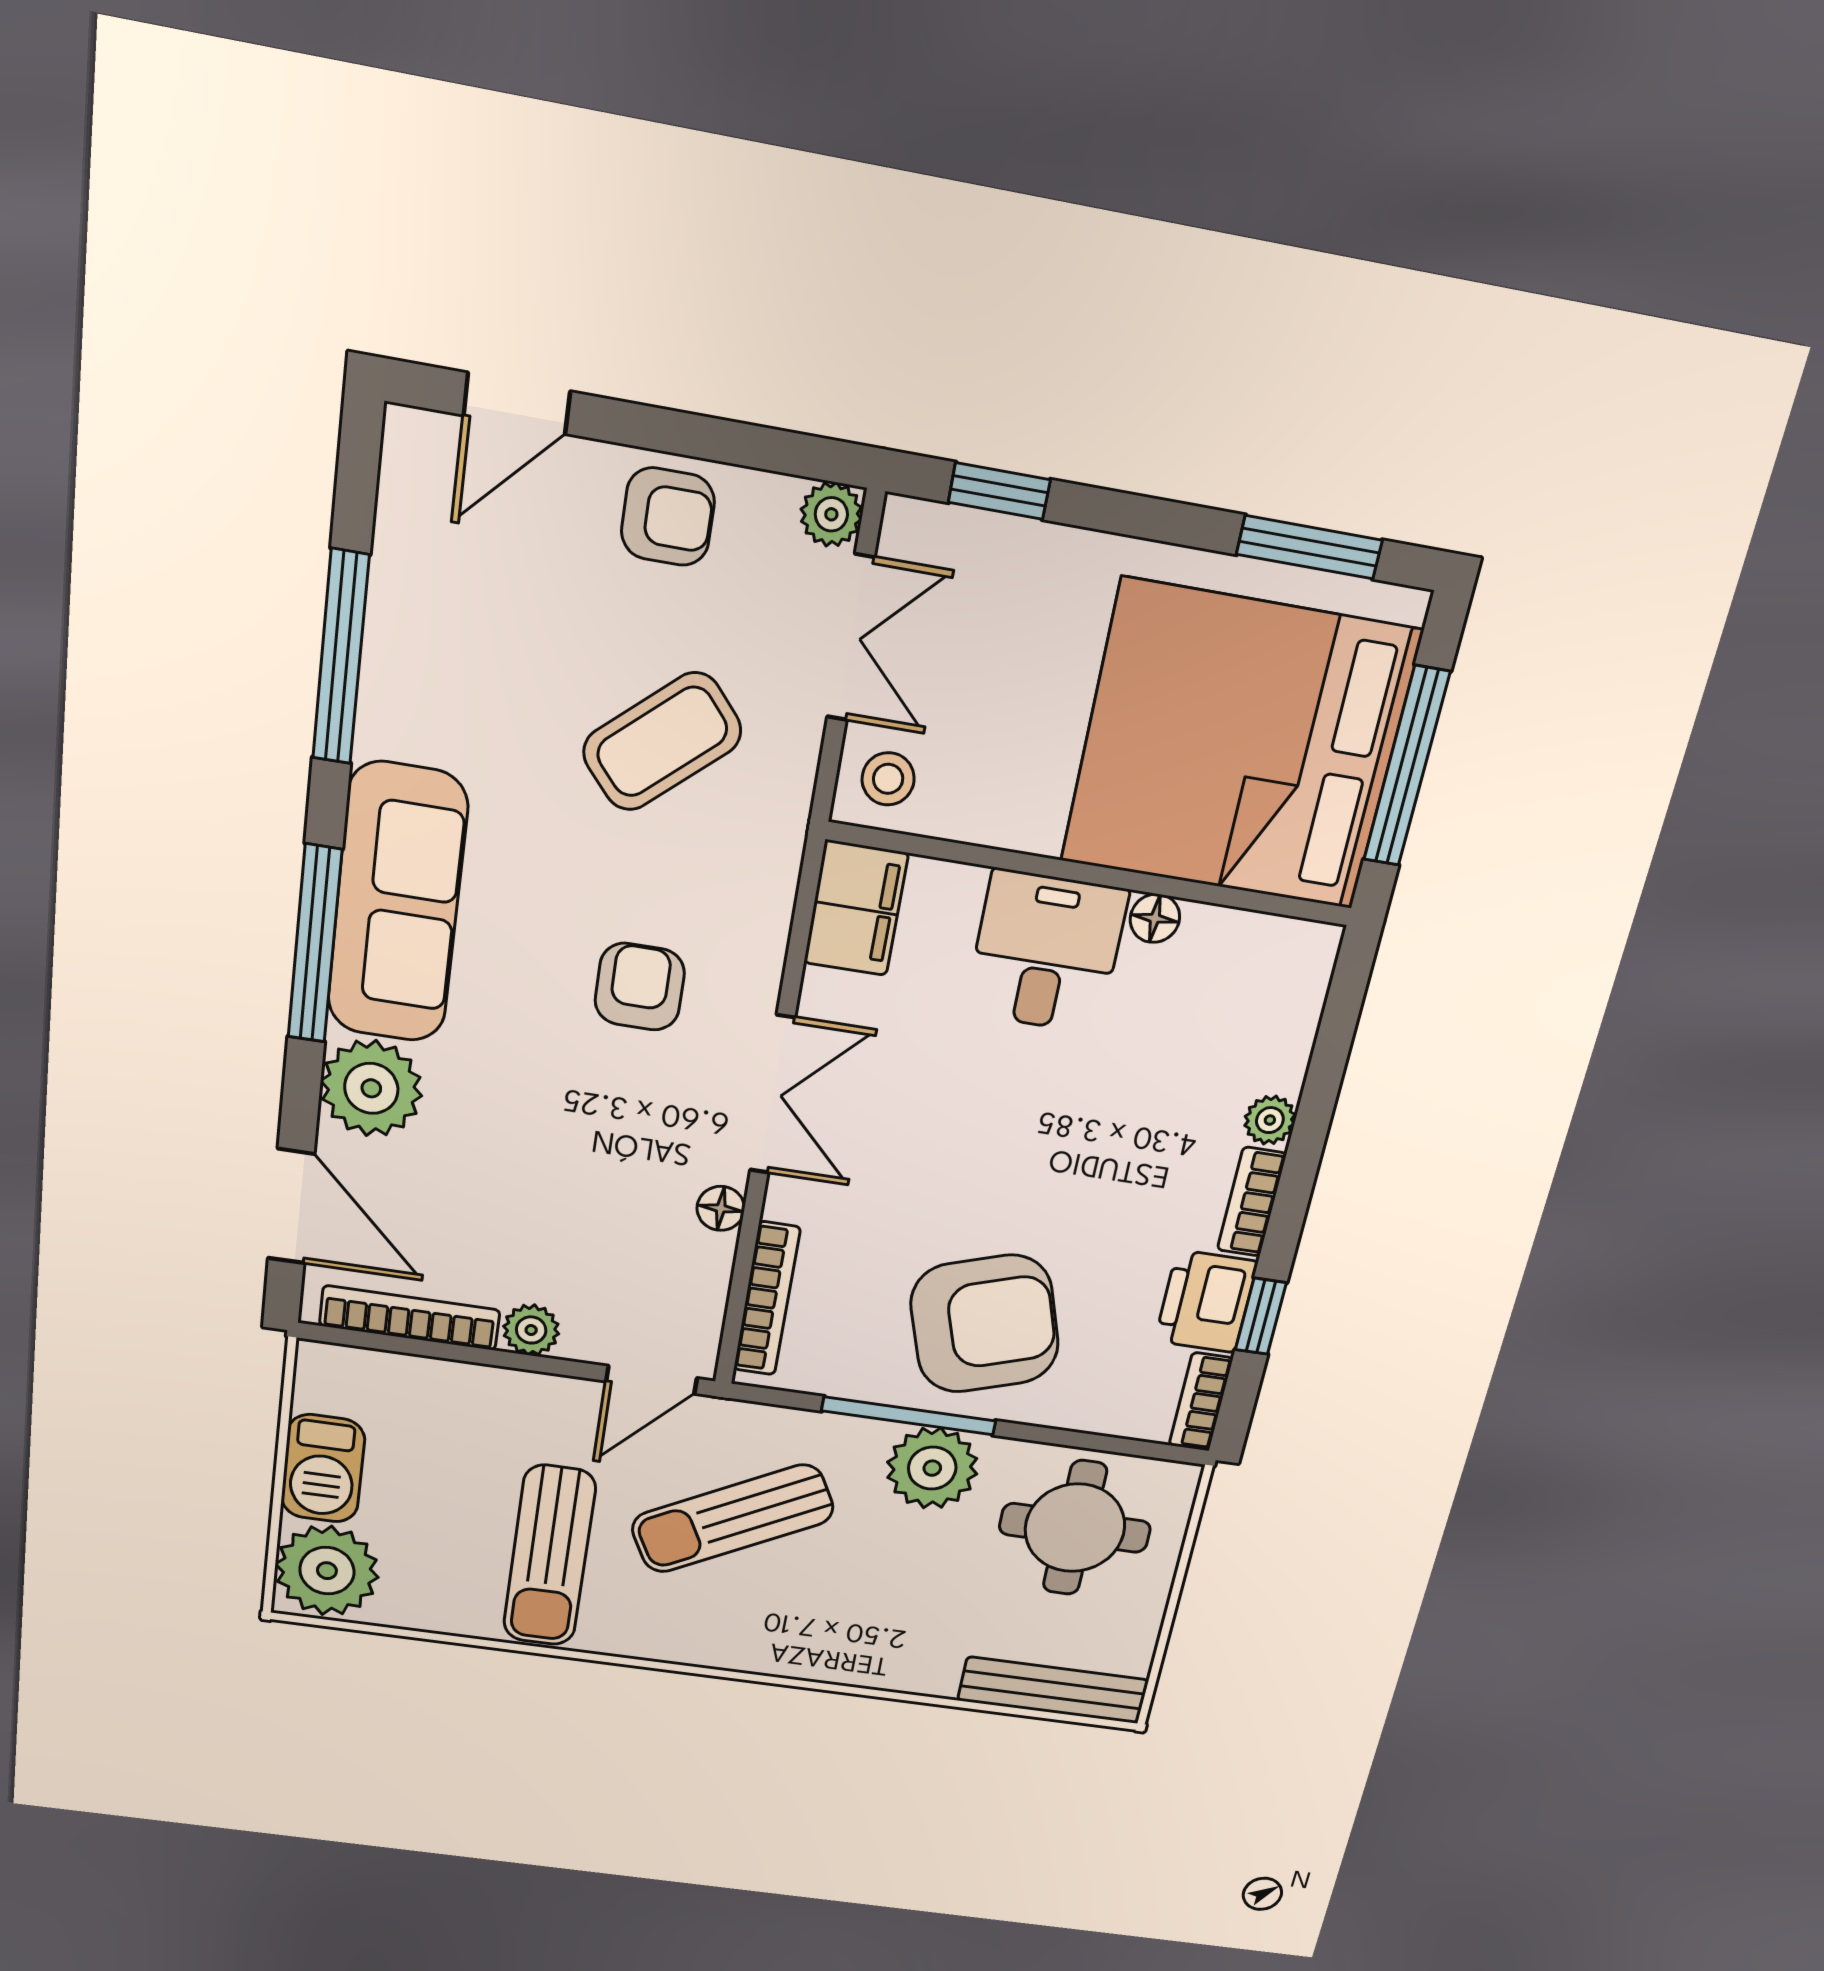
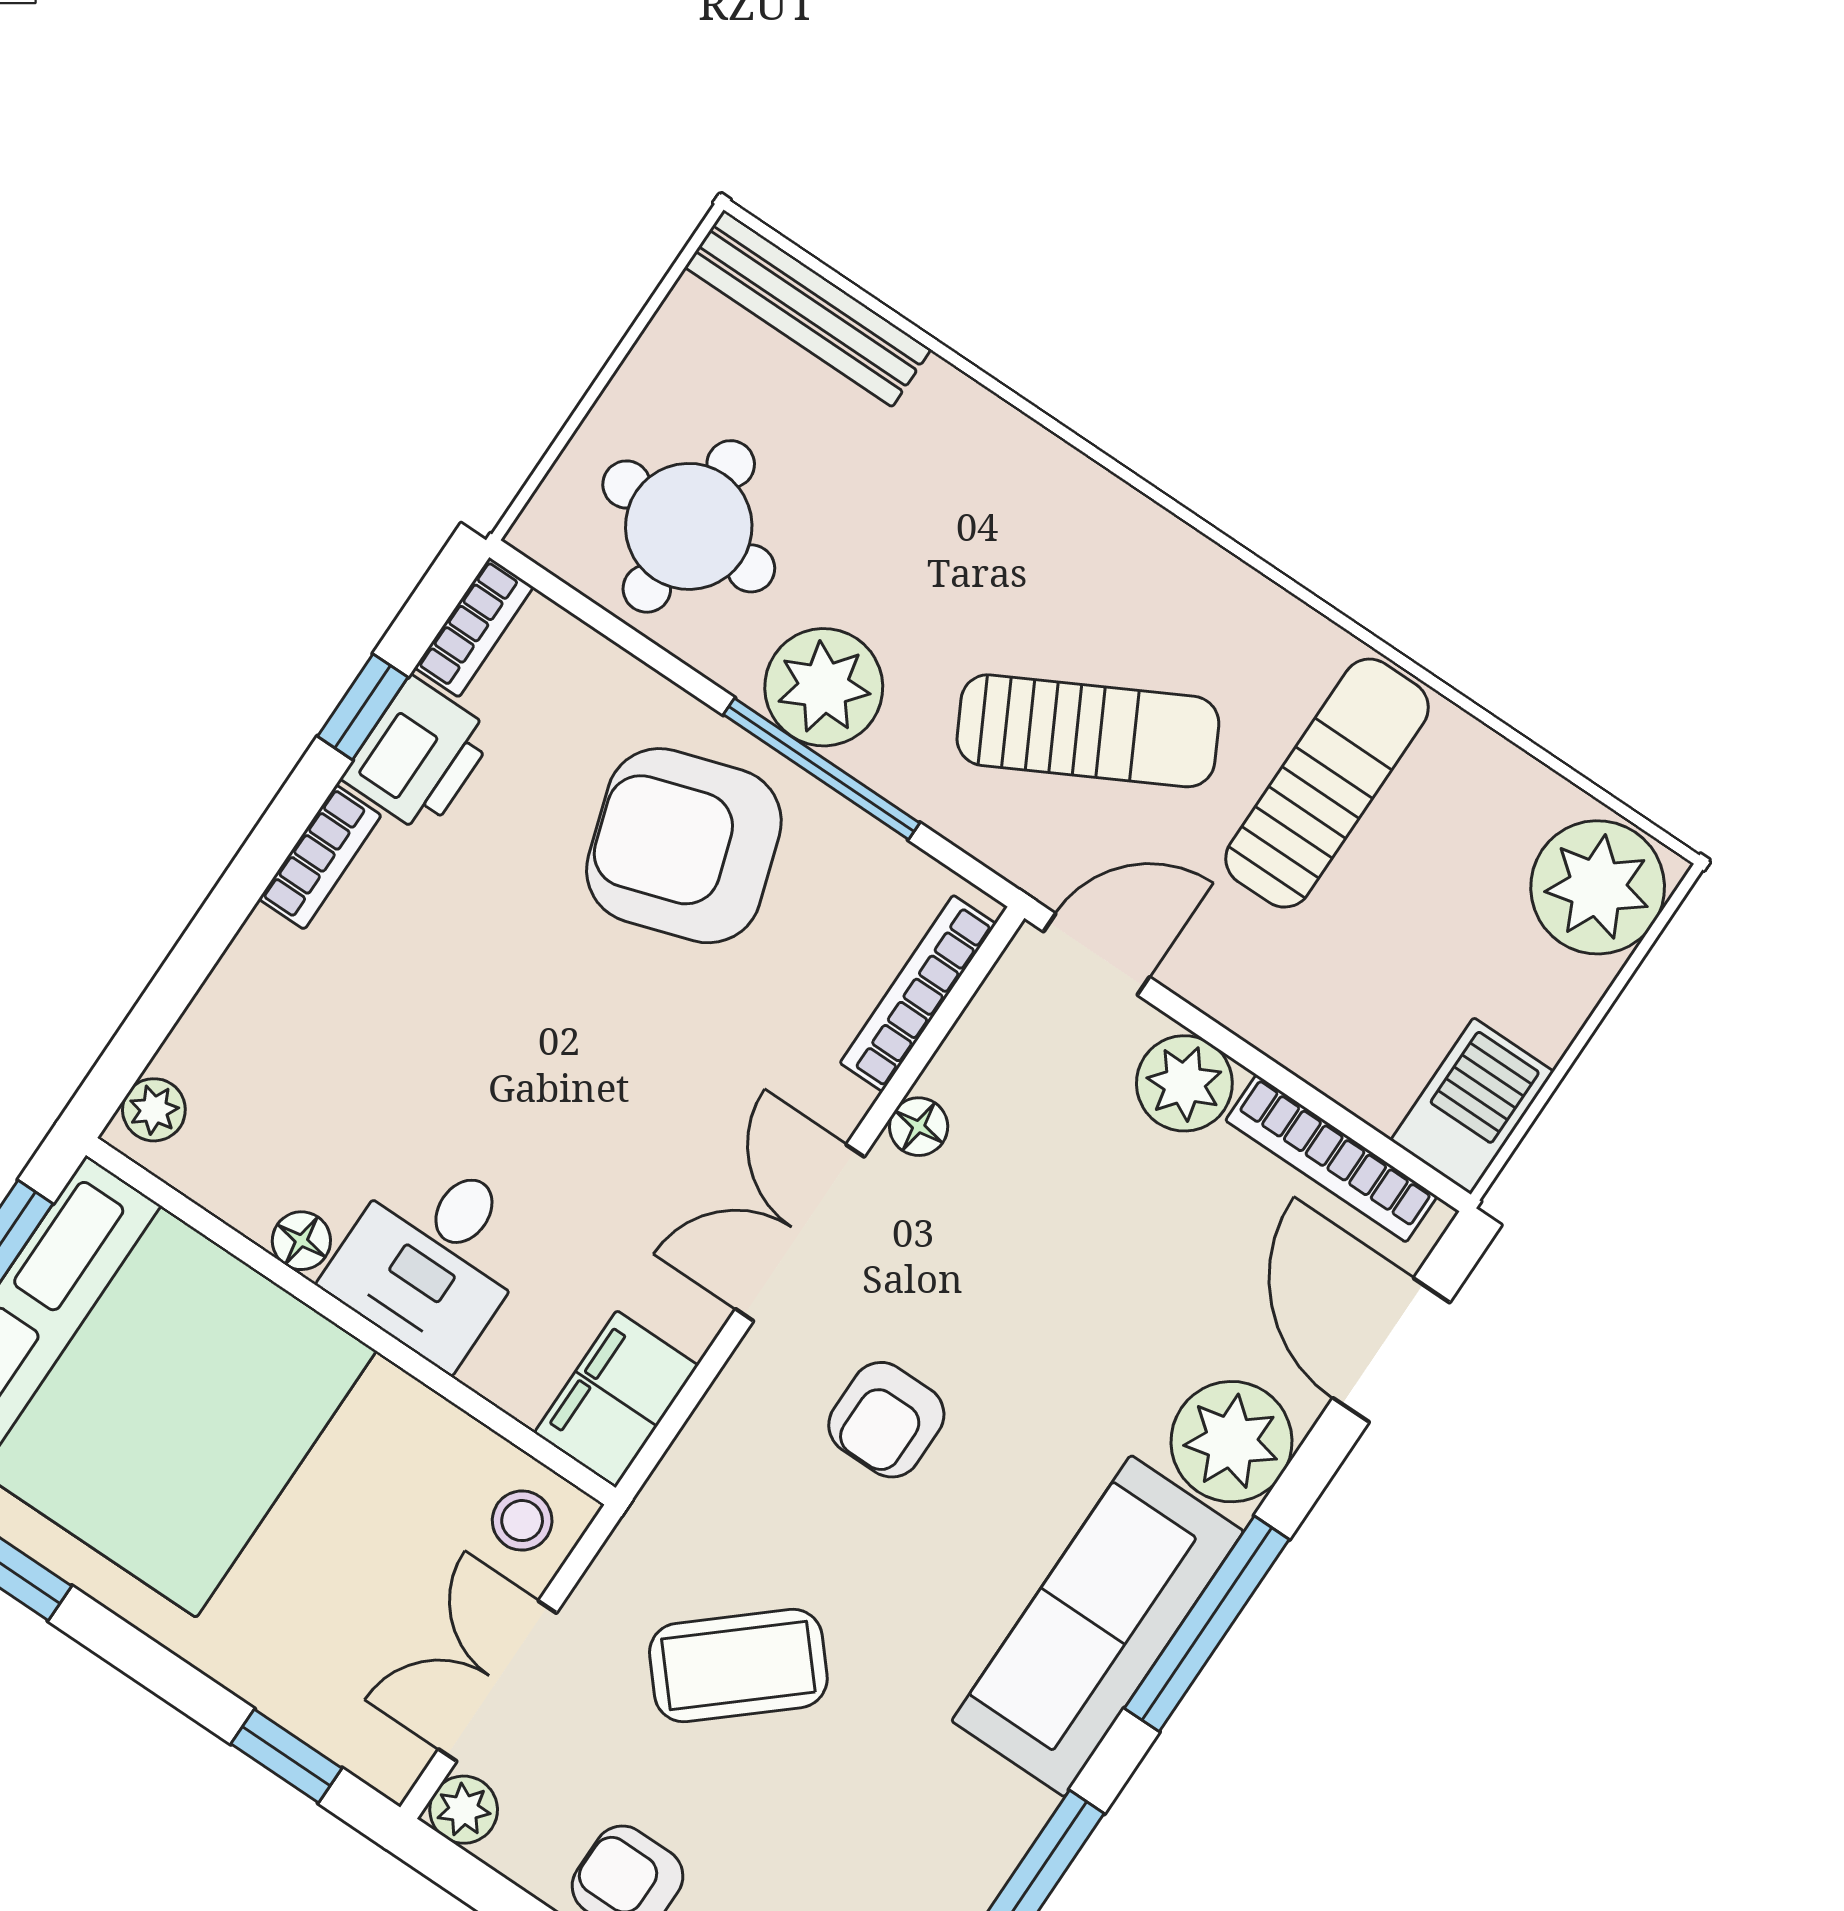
plant: (1270, 1120) -> (154, 1110), moved
plant: (531, 1330) -> (1184, 1083), width x1.38, depth x1.38
barbecue: (323, 1468) -> (1472, 1106), moved

